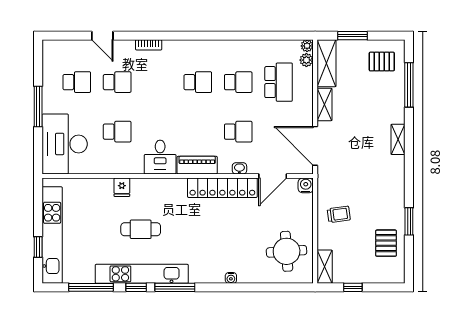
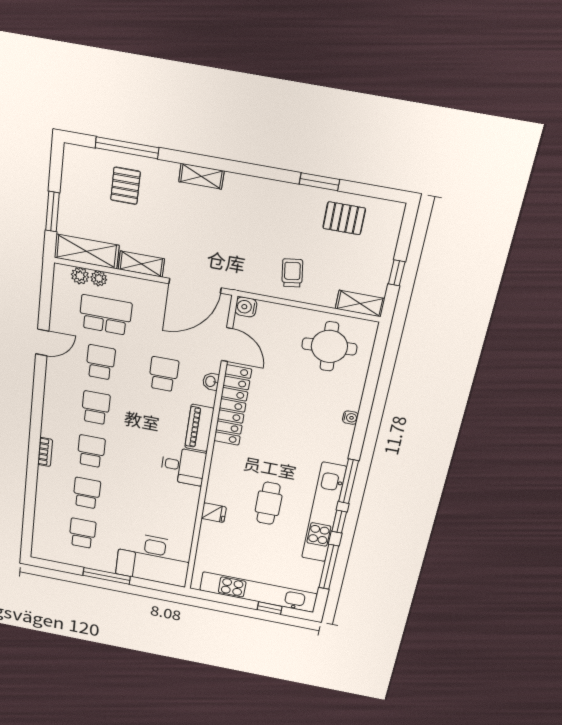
door: (102, 36) -> (42, 342), moved
plant: (307, 46) -> (99, 278), moved
pallet: (382, 62) -> (125, 186), moved
school desk: (117, 132) -> (91, 451), moved

